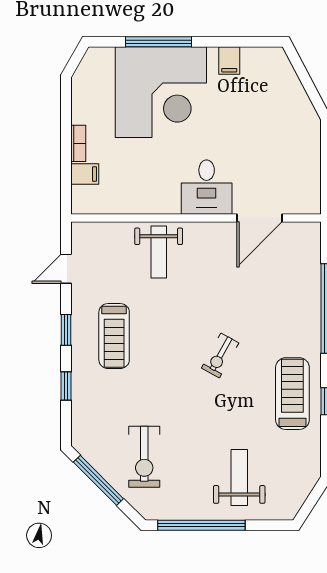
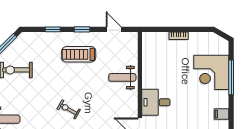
corner desk: (161, 92) -> (211, 72), width x0.74, depth x0.74
filing cabinet: (85, 174) -> (163, 39), removed

